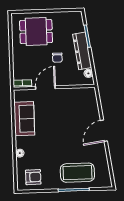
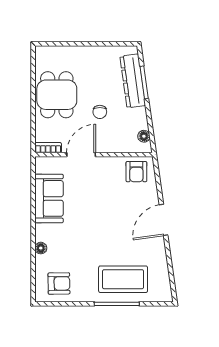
dining table: (36, 32) -> (57, 95), moved, turned 90
dresser: (82, 51) -> (133, 81), moved
armchair: (84, 98) -> (136, 172), added

